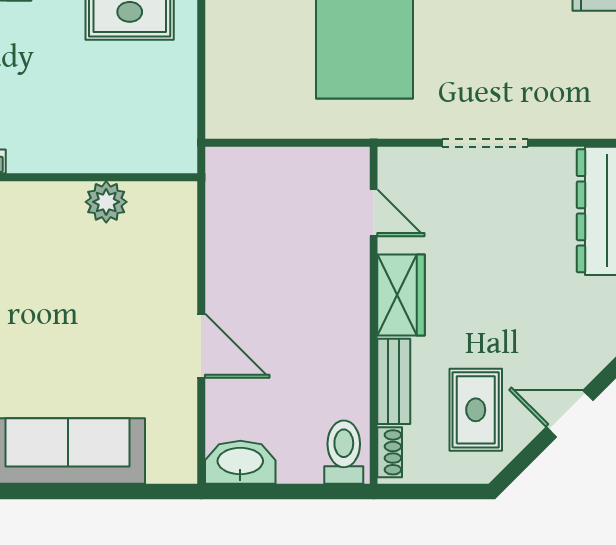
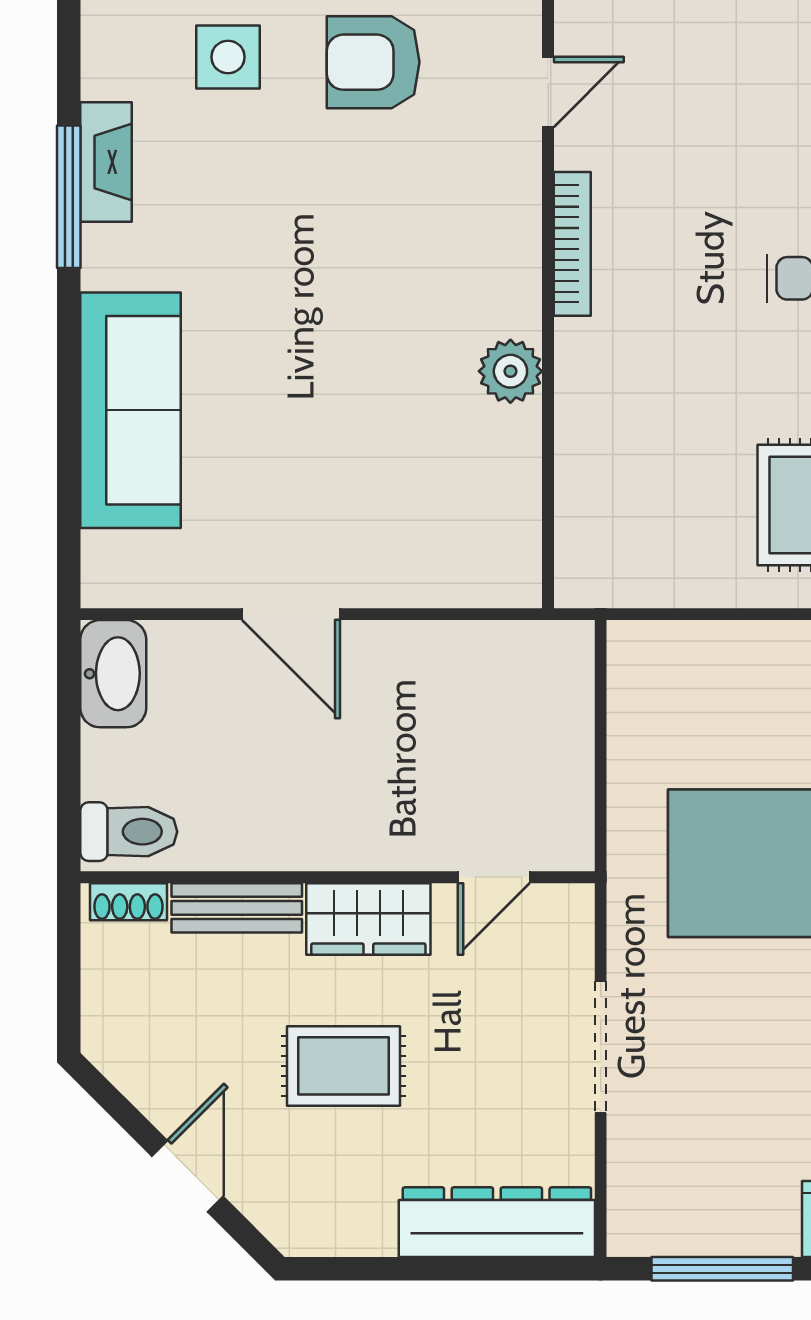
plant: (106, 202) -> (510, 371), moved
door: (201, 346) -> (291, 614), hinge flipped
rug: (476, 410) -> (344, 1066), moved

